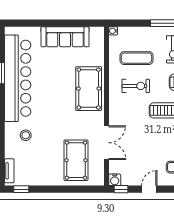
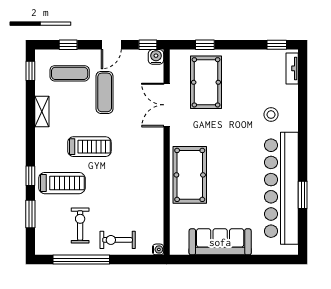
exercise mat: (136, 58) -> (105, 92), moved, turned 90
exercise bike: (136, 86) -> (118, 240), moved
window: (77, 189) -> (205, 45), added

